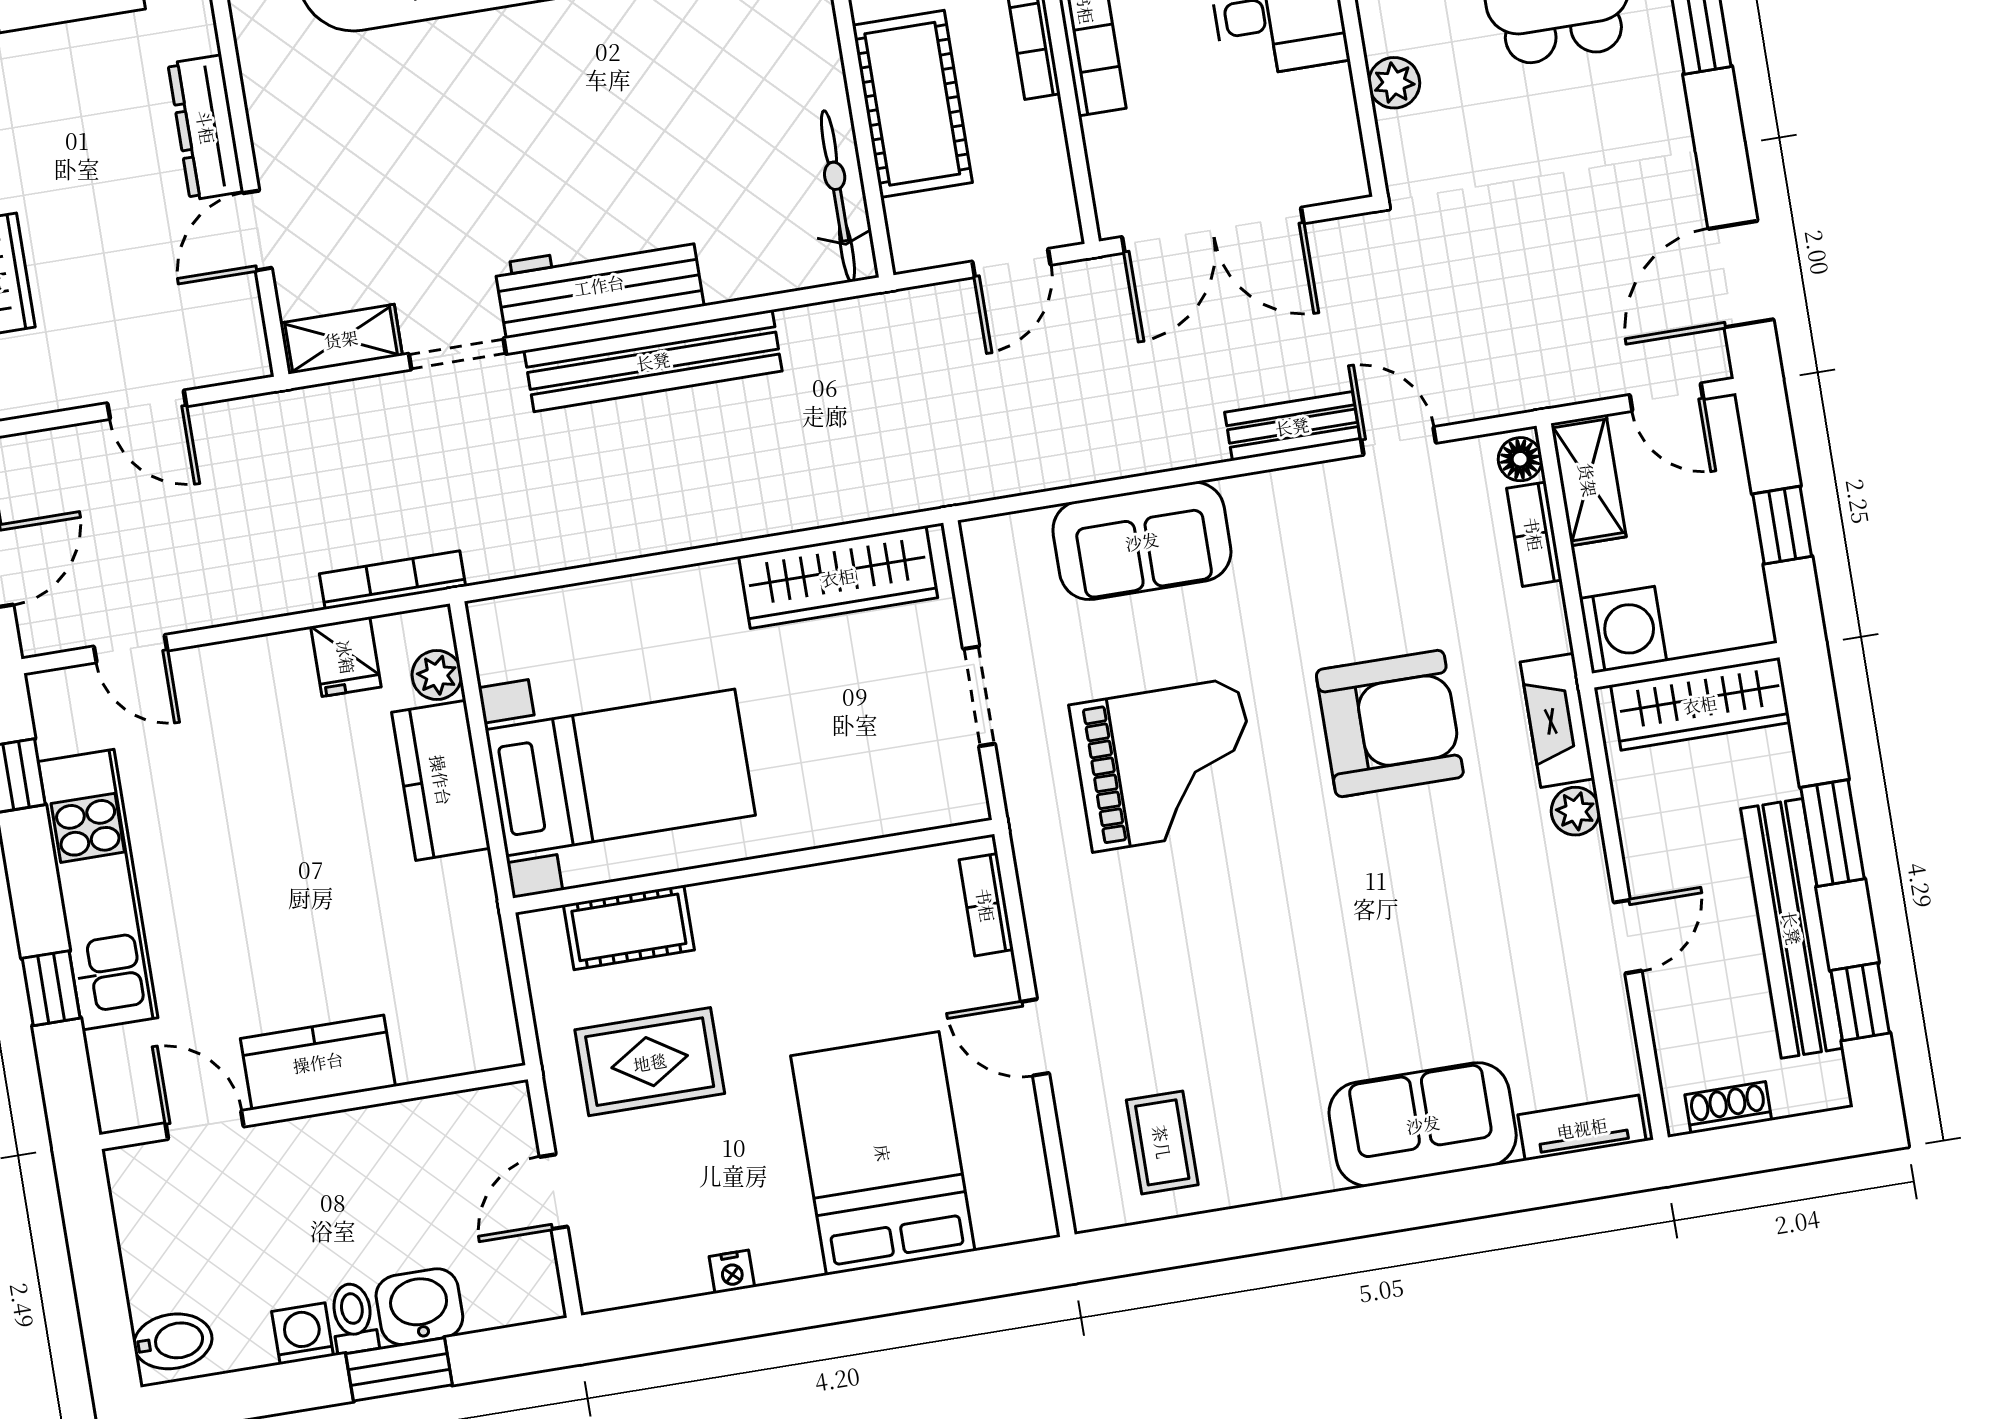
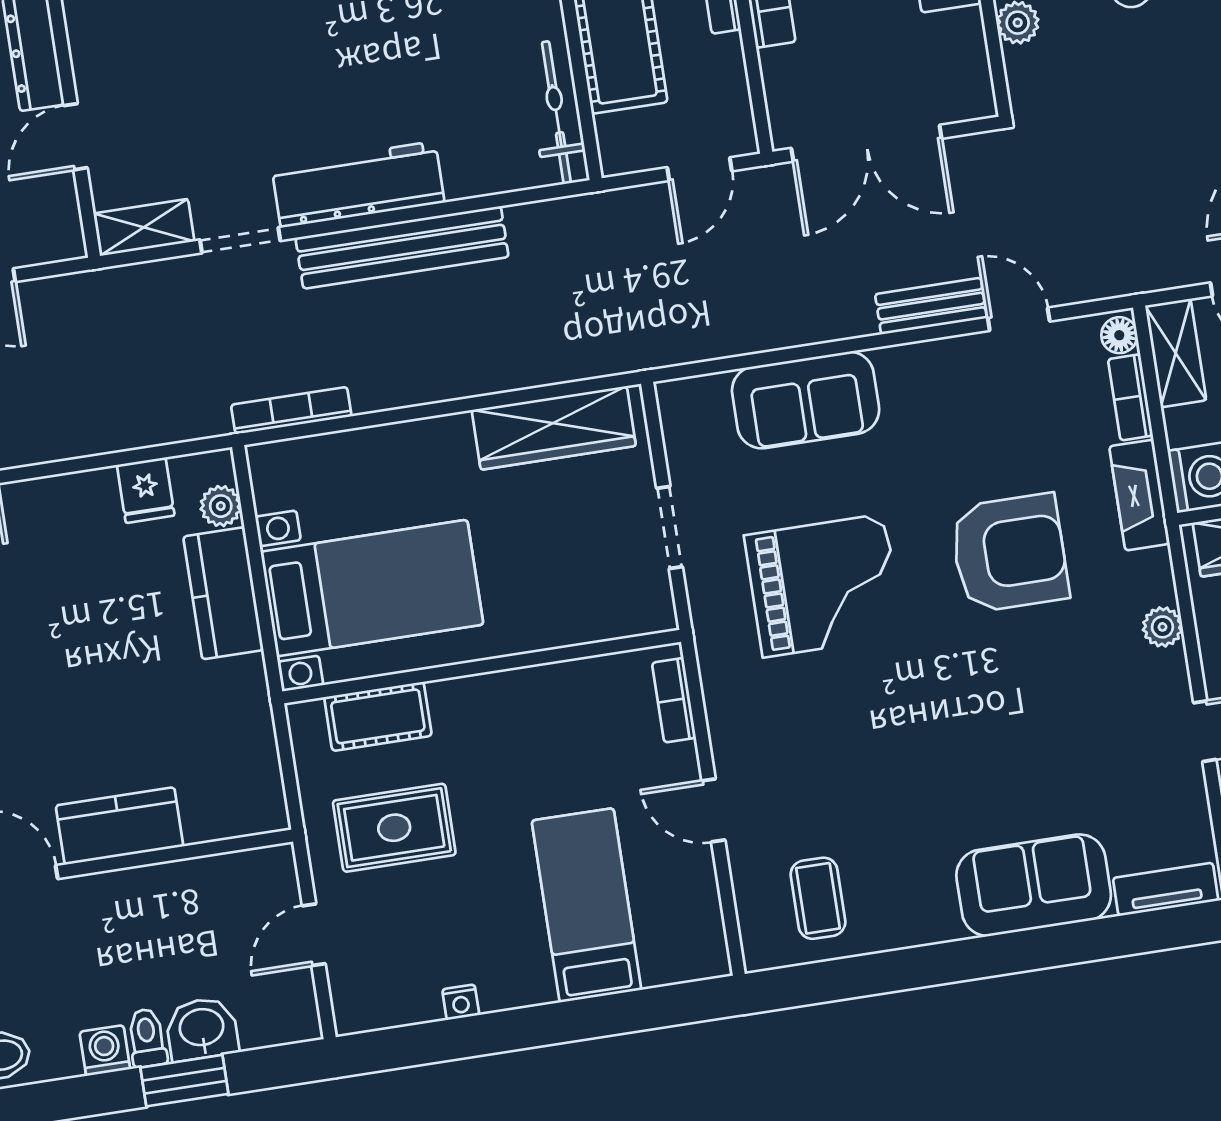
bookcase: (392, 580) -> (291, 411), moved
fireplace: (1557, 720) -> (1139, 495), moved
bed: (883, 1153) -> (587, 905), width x0.67

